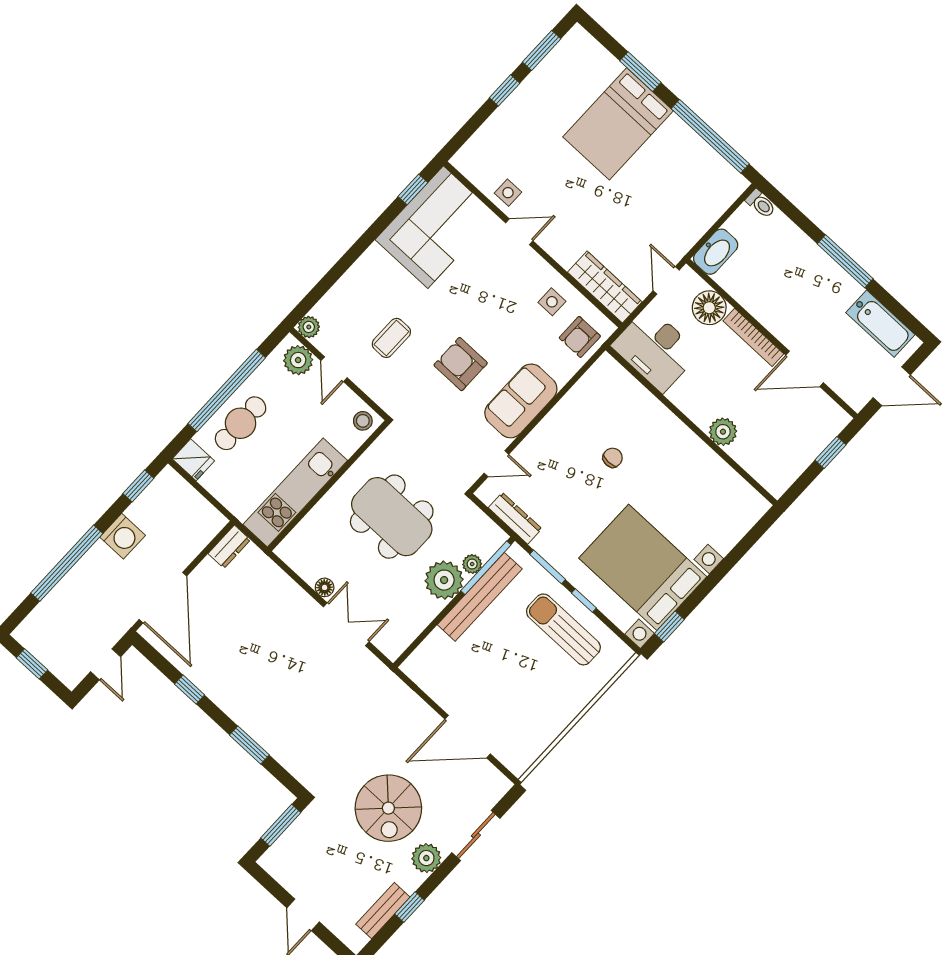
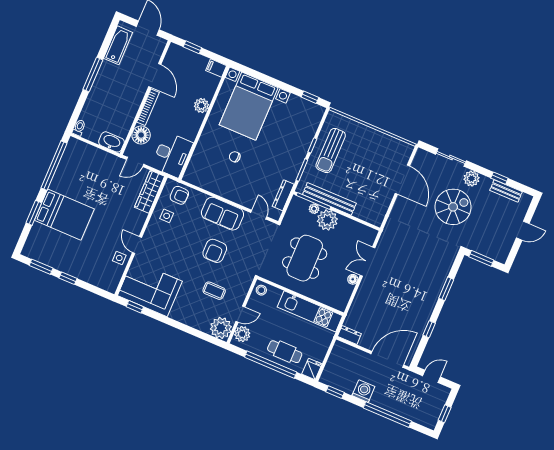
plant: (309, 327) -> (221, 328), width x1.87, depth x1.87
filing cabinet: (779, 481) -> (216, 68), added
bed with nightstands: (643, 567) -> (249, 106), moved

